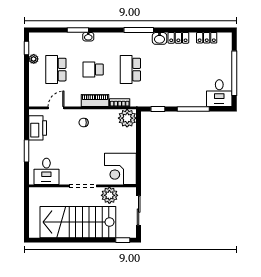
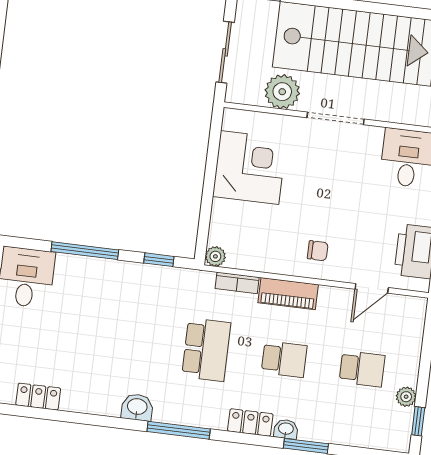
locker: (178, 38) -> (250, 422), moved
school desk: (56, 70) -> (362, 369), width x0.54
plant: (127, 118) -> (215, 256), width x0.53, depth x0.53
corner desk: (120, 169) -> (250, 168), moved

